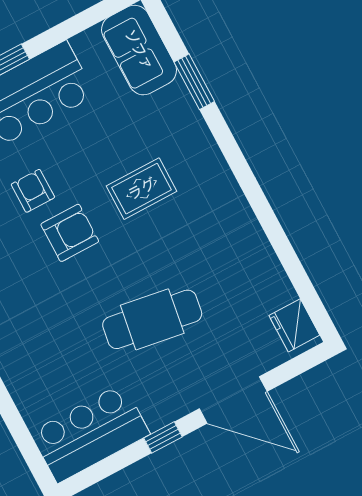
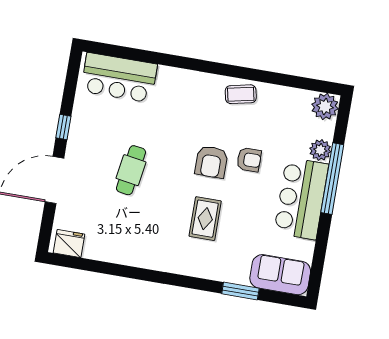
cafe table: (152, 319) -> (131, 170), width x0.73, depth x0.74
bar counter: (90, 433) -> (119, 78), moved, turned 90

